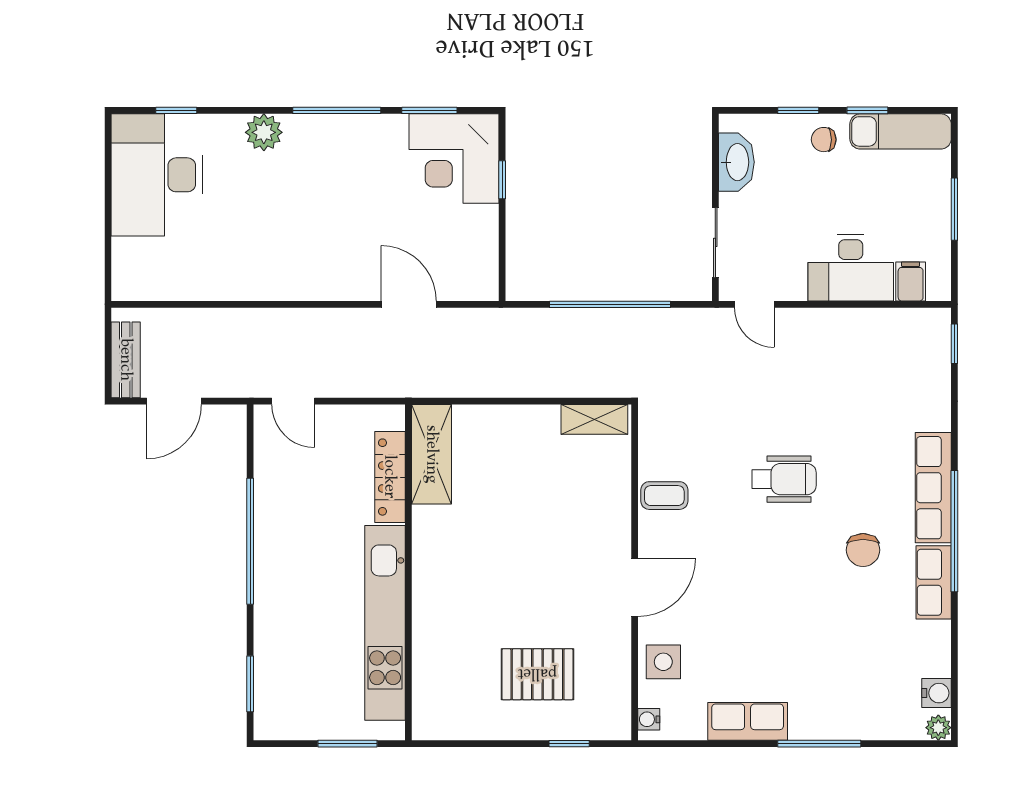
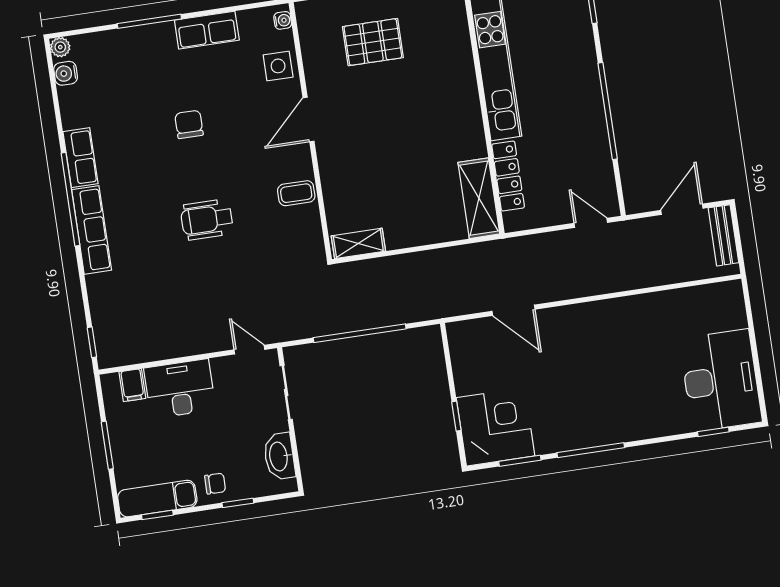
window: (867, 110) -> (157, 515), moved
plant: (264, 132) -> (644, 425), removed
chair: (863, 550) -> (189, 124), moved

